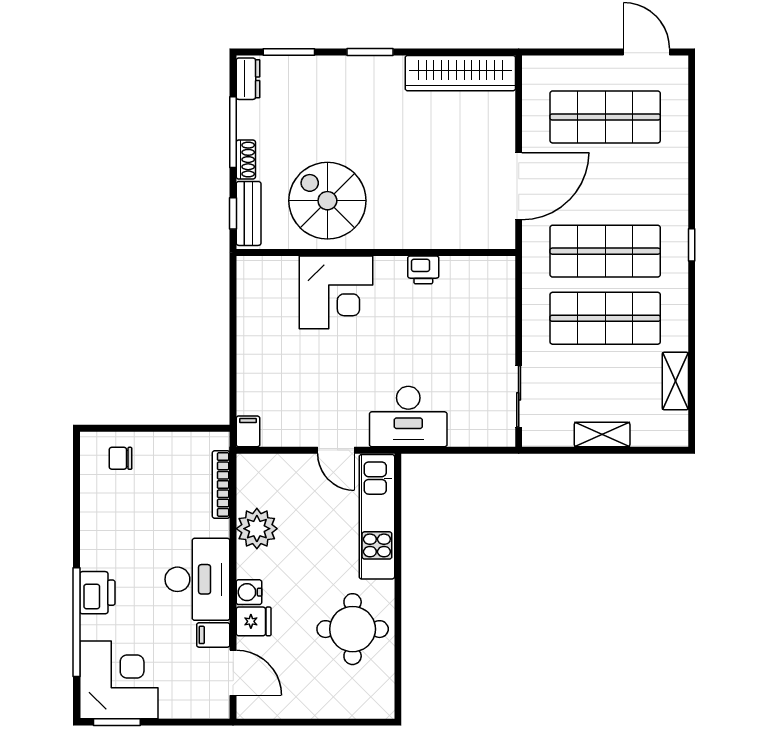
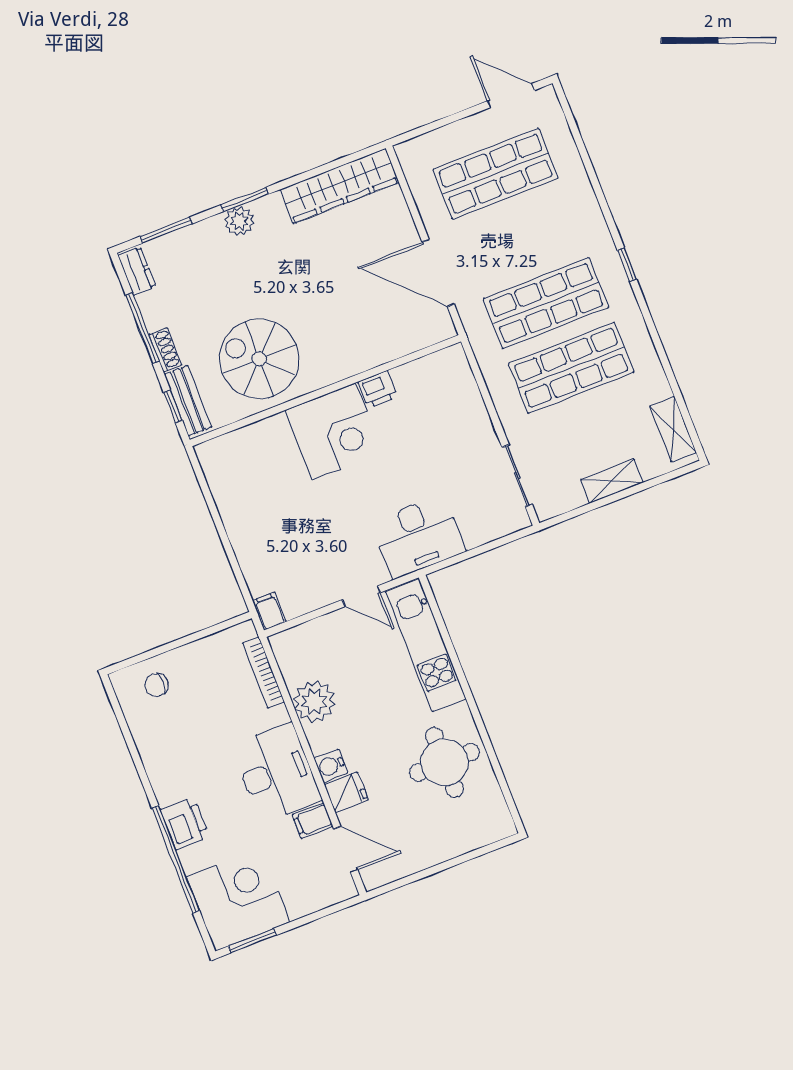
plant: (358, 70) -> (239, 221), added
door: (519, 186) -> (438, 273), swing flipped
corner desk: (336, 292) -> (334, 432), moved
shelving: (675, 381) -> (673, 429), moved

